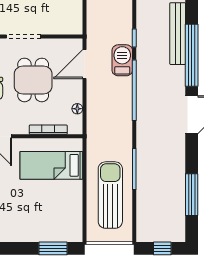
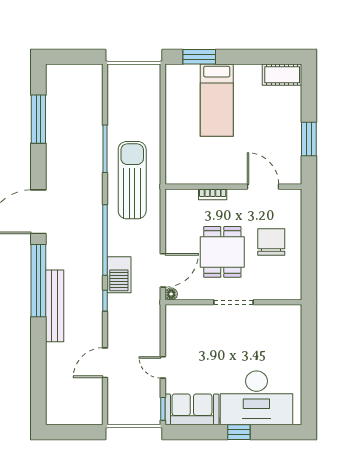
floor lamp: (77, 109) -> (171, 294), moved
bookcase: (48, 130) -> (213, 194), width x0.64
bed: (51, 165) -> (217, 100), moved, turned 90
sun lounger: (110, 195) -> (132, 180), moved, turned 180
window: (162, 248) -> (73, 57), removed

